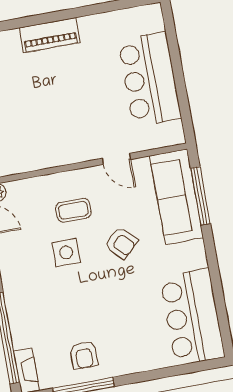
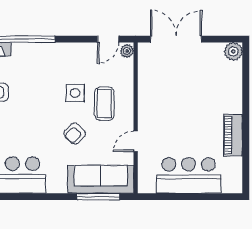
piano: (50, 35) -> (233, 135), moved
coffee table: (73, 210) -> (104, 104), width x1.36, depth x1.30

